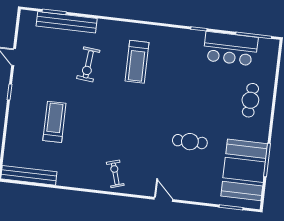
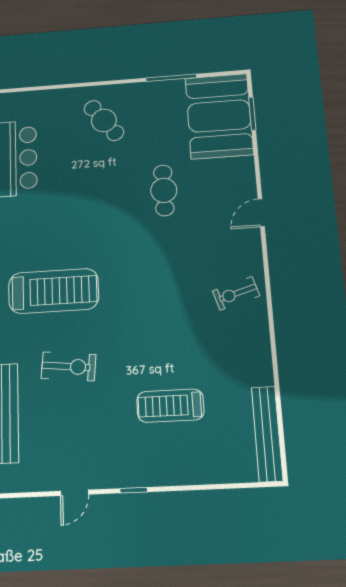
treadmill: (137, 62) -> (53, 291), width x1.37, depth x1.38
cafe table: (250, 100) -> (104, 120), moved, turned 49
booth: (244, 170) -> (219, 116), moved, turned 90

